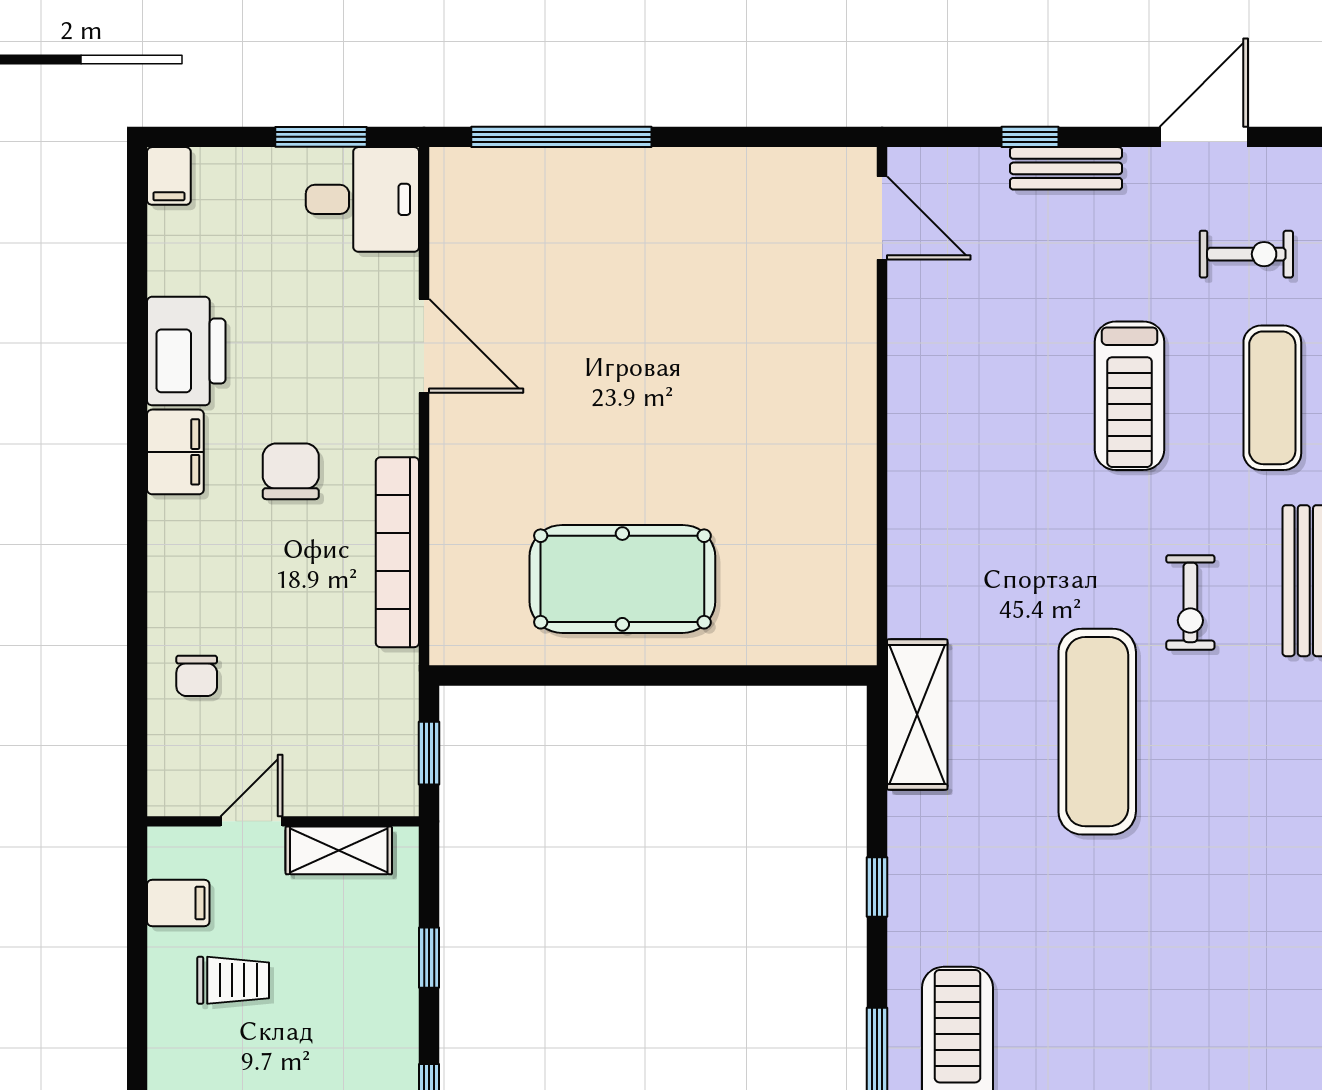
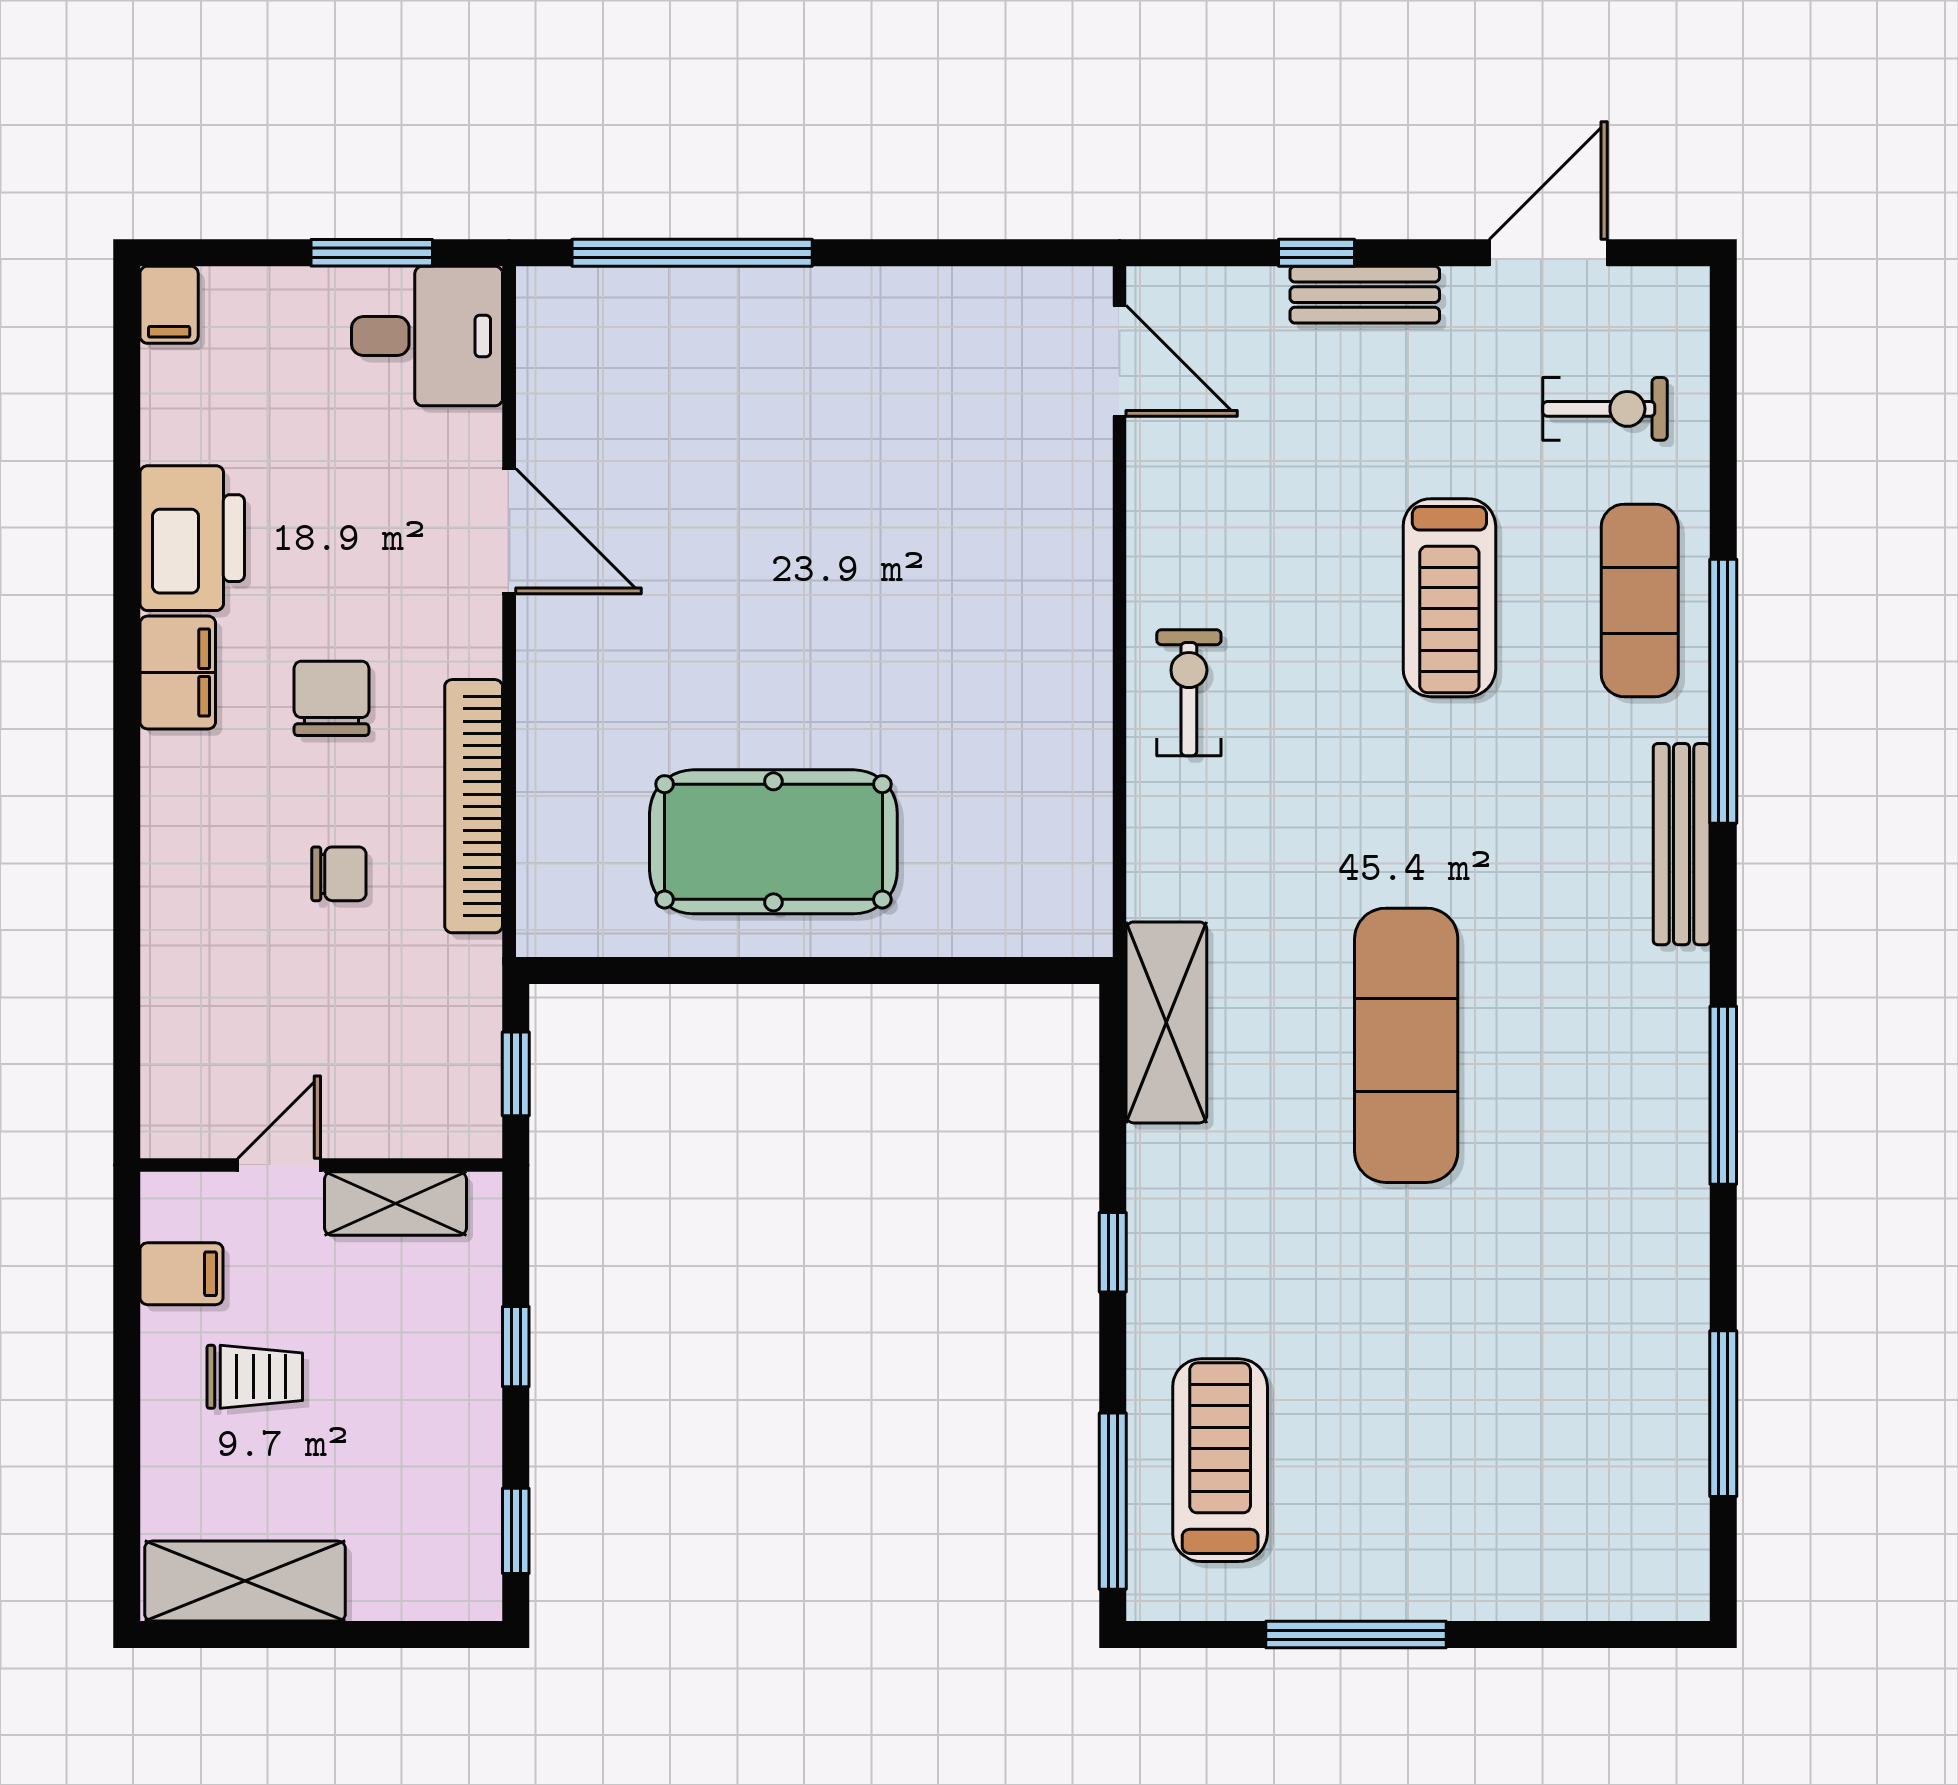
exercise bike: (1190, 602) -> (1189, 693), moved, turned 180
chair: (197, 676) -> (339, 874), moved, turned -90

